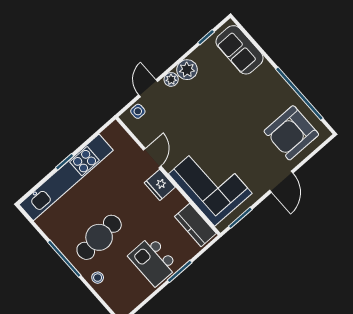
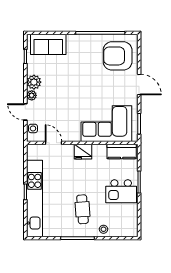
armchair: (291, 133) -> (118, 56), turned 90
door: (152, 158) -> (53, 143), moved
cafe table: (99, 237) -> (82, 209), width x0.73, depth x0.74

